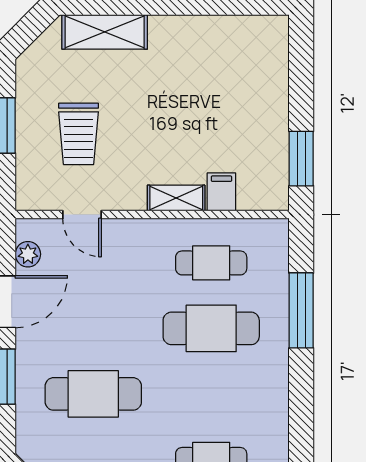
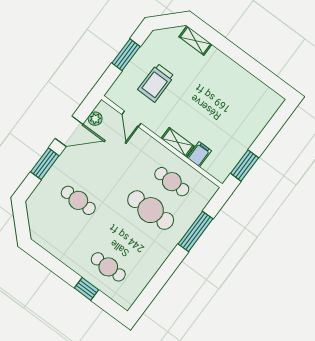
shelving: (105, 32) -> (195, 40), width x0.67, depth x0.75
cafe table: (93, 394) -> (78, 200), width x0.73, depth x0.74

